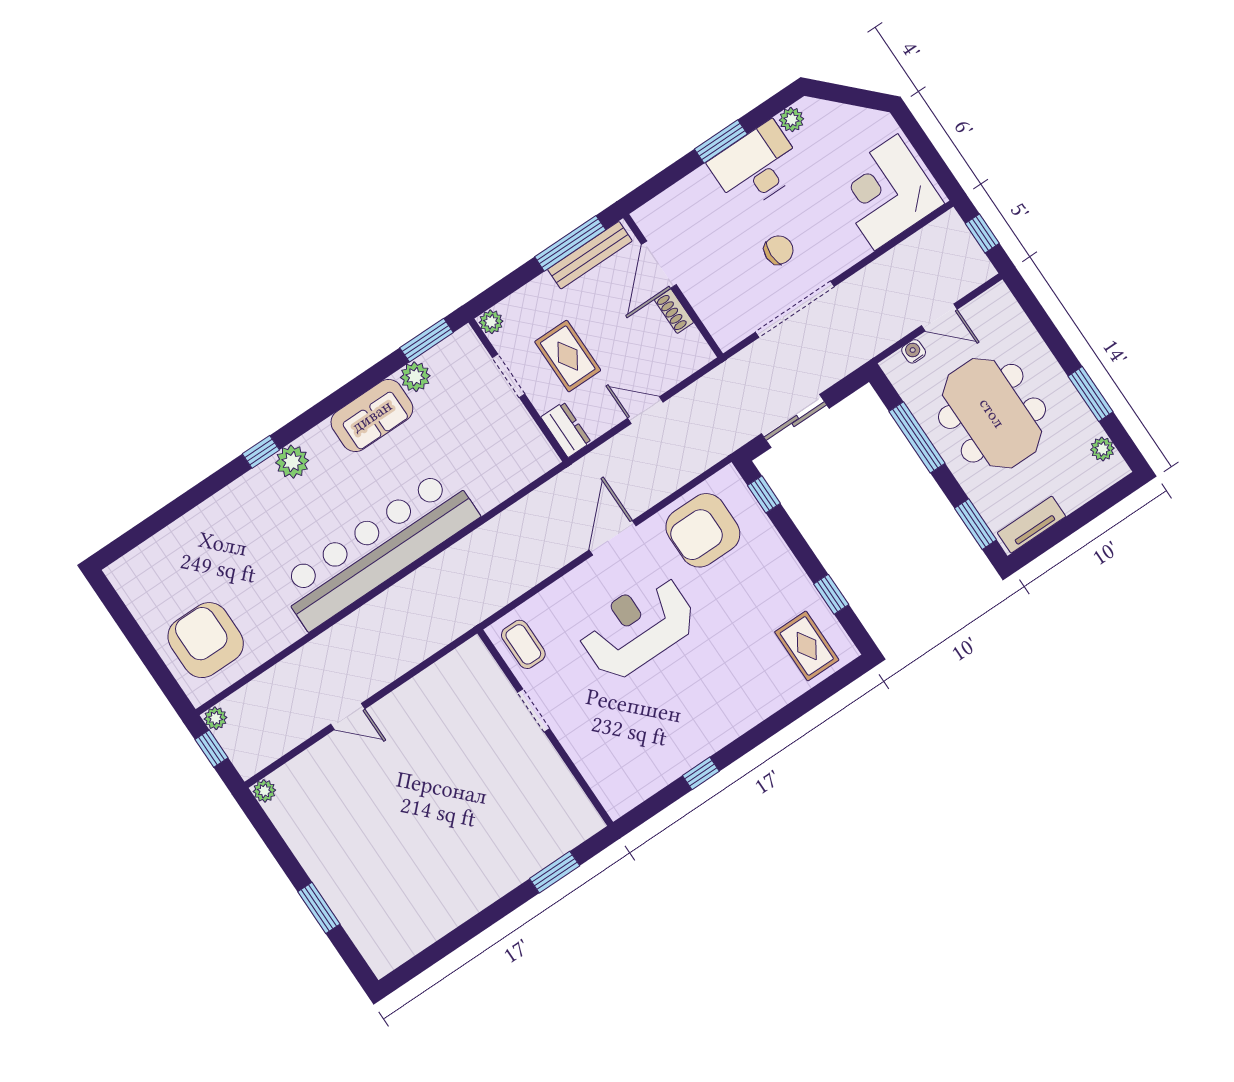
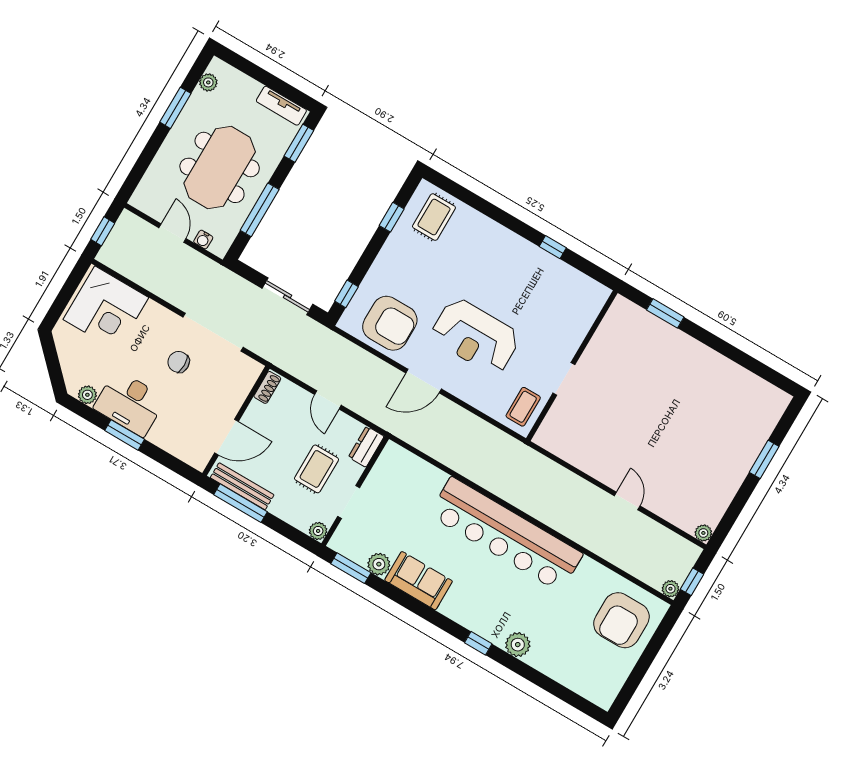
shoe rack: (674, 311) -> (267, 387), moved
plant: (292, 462) -> (518, 645), moved

